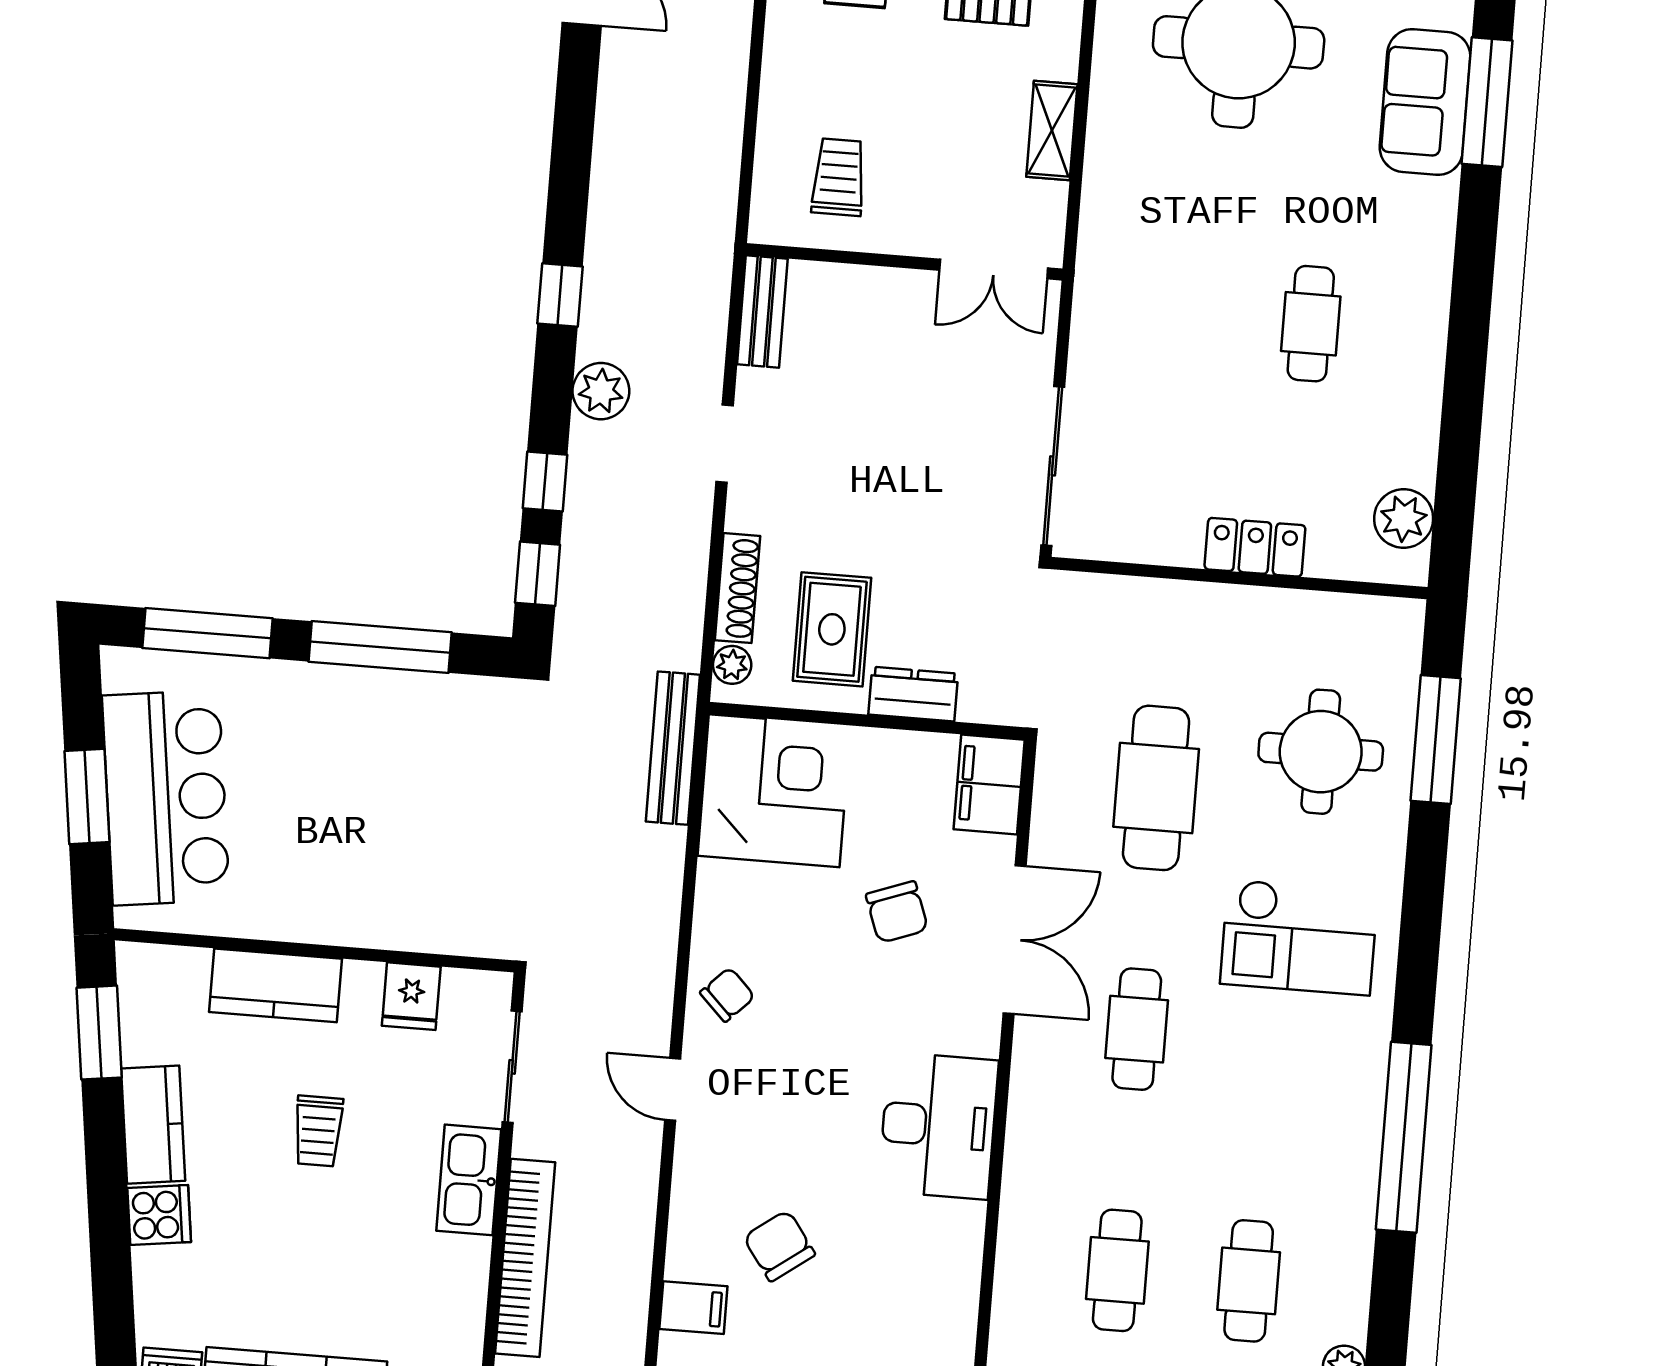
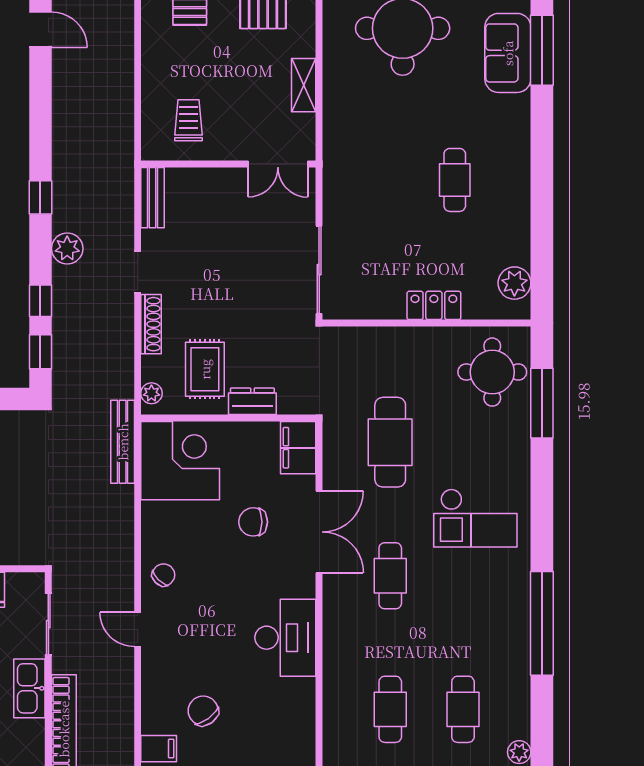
shoe rack: (737, 588) -> (151, 324), moved
round table: (1321, 752) -> (492, 372), moved
chair: (897, 912) -> (253, 522), turned 110

